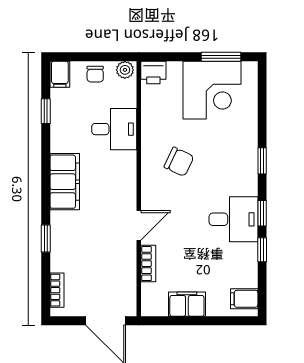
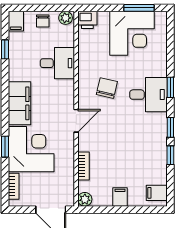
chair: (179, 162) -> (107, 88), turned -102
desk: (233, 219) -> (148, 95), moved
door: (139, 225) -> (76, 121), moved
corner desk: (80, 241) -> (31, 149), added
filing cabinet: (187, 304) -> (120, 197), width x0.50
plant: (150, 307) -> (85, 199), added

